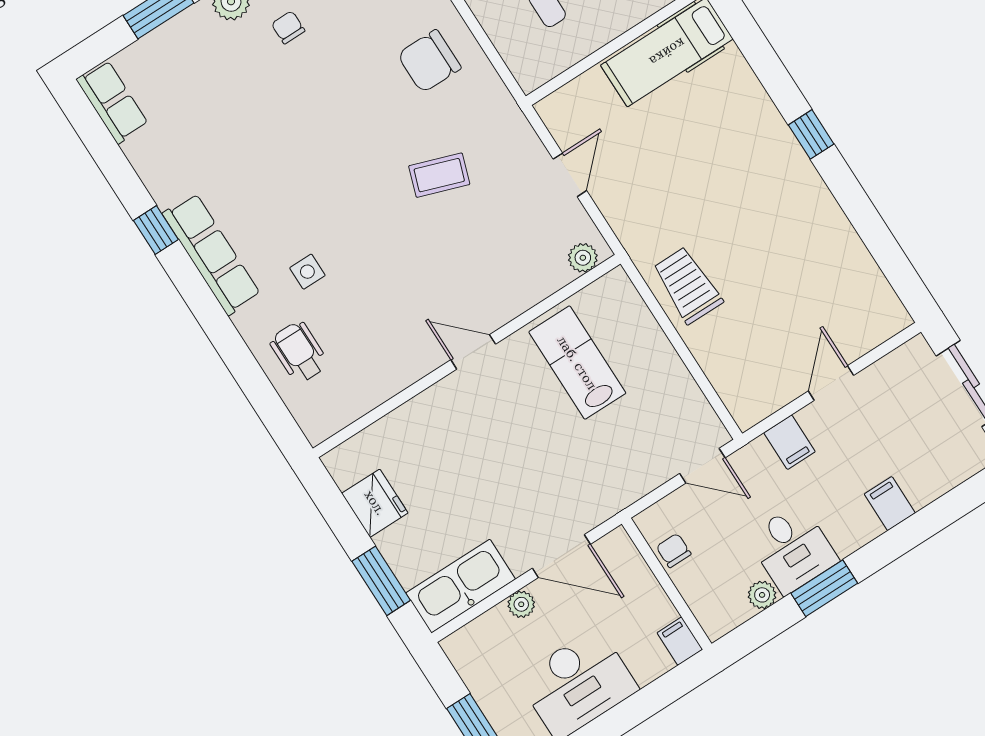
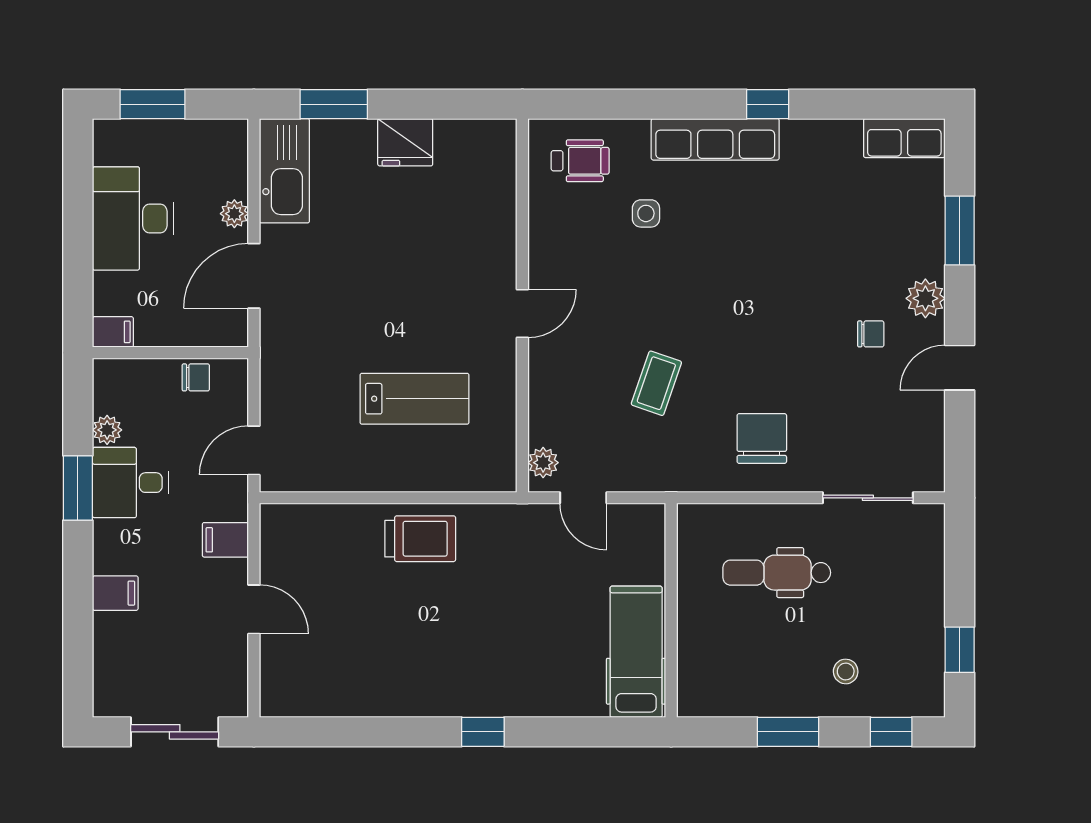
plant: (583, 258) -> (543, 463), moved
door: (473, 352) -> (522, 314), moved
wall: (467, 356) -> (522, 305), moved

